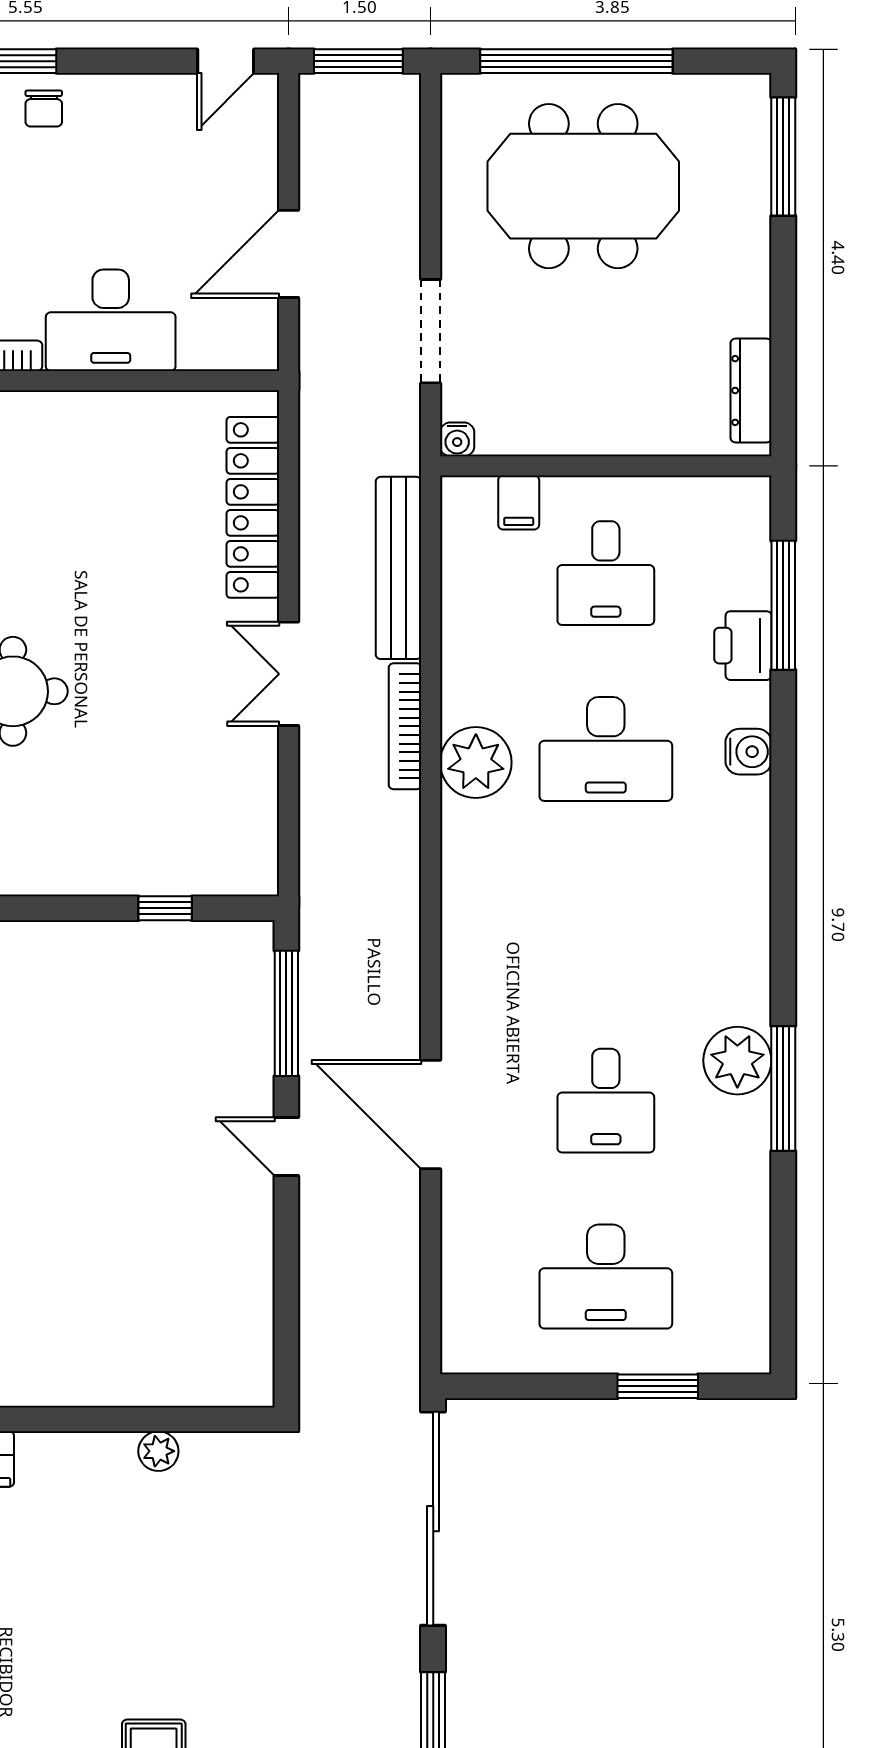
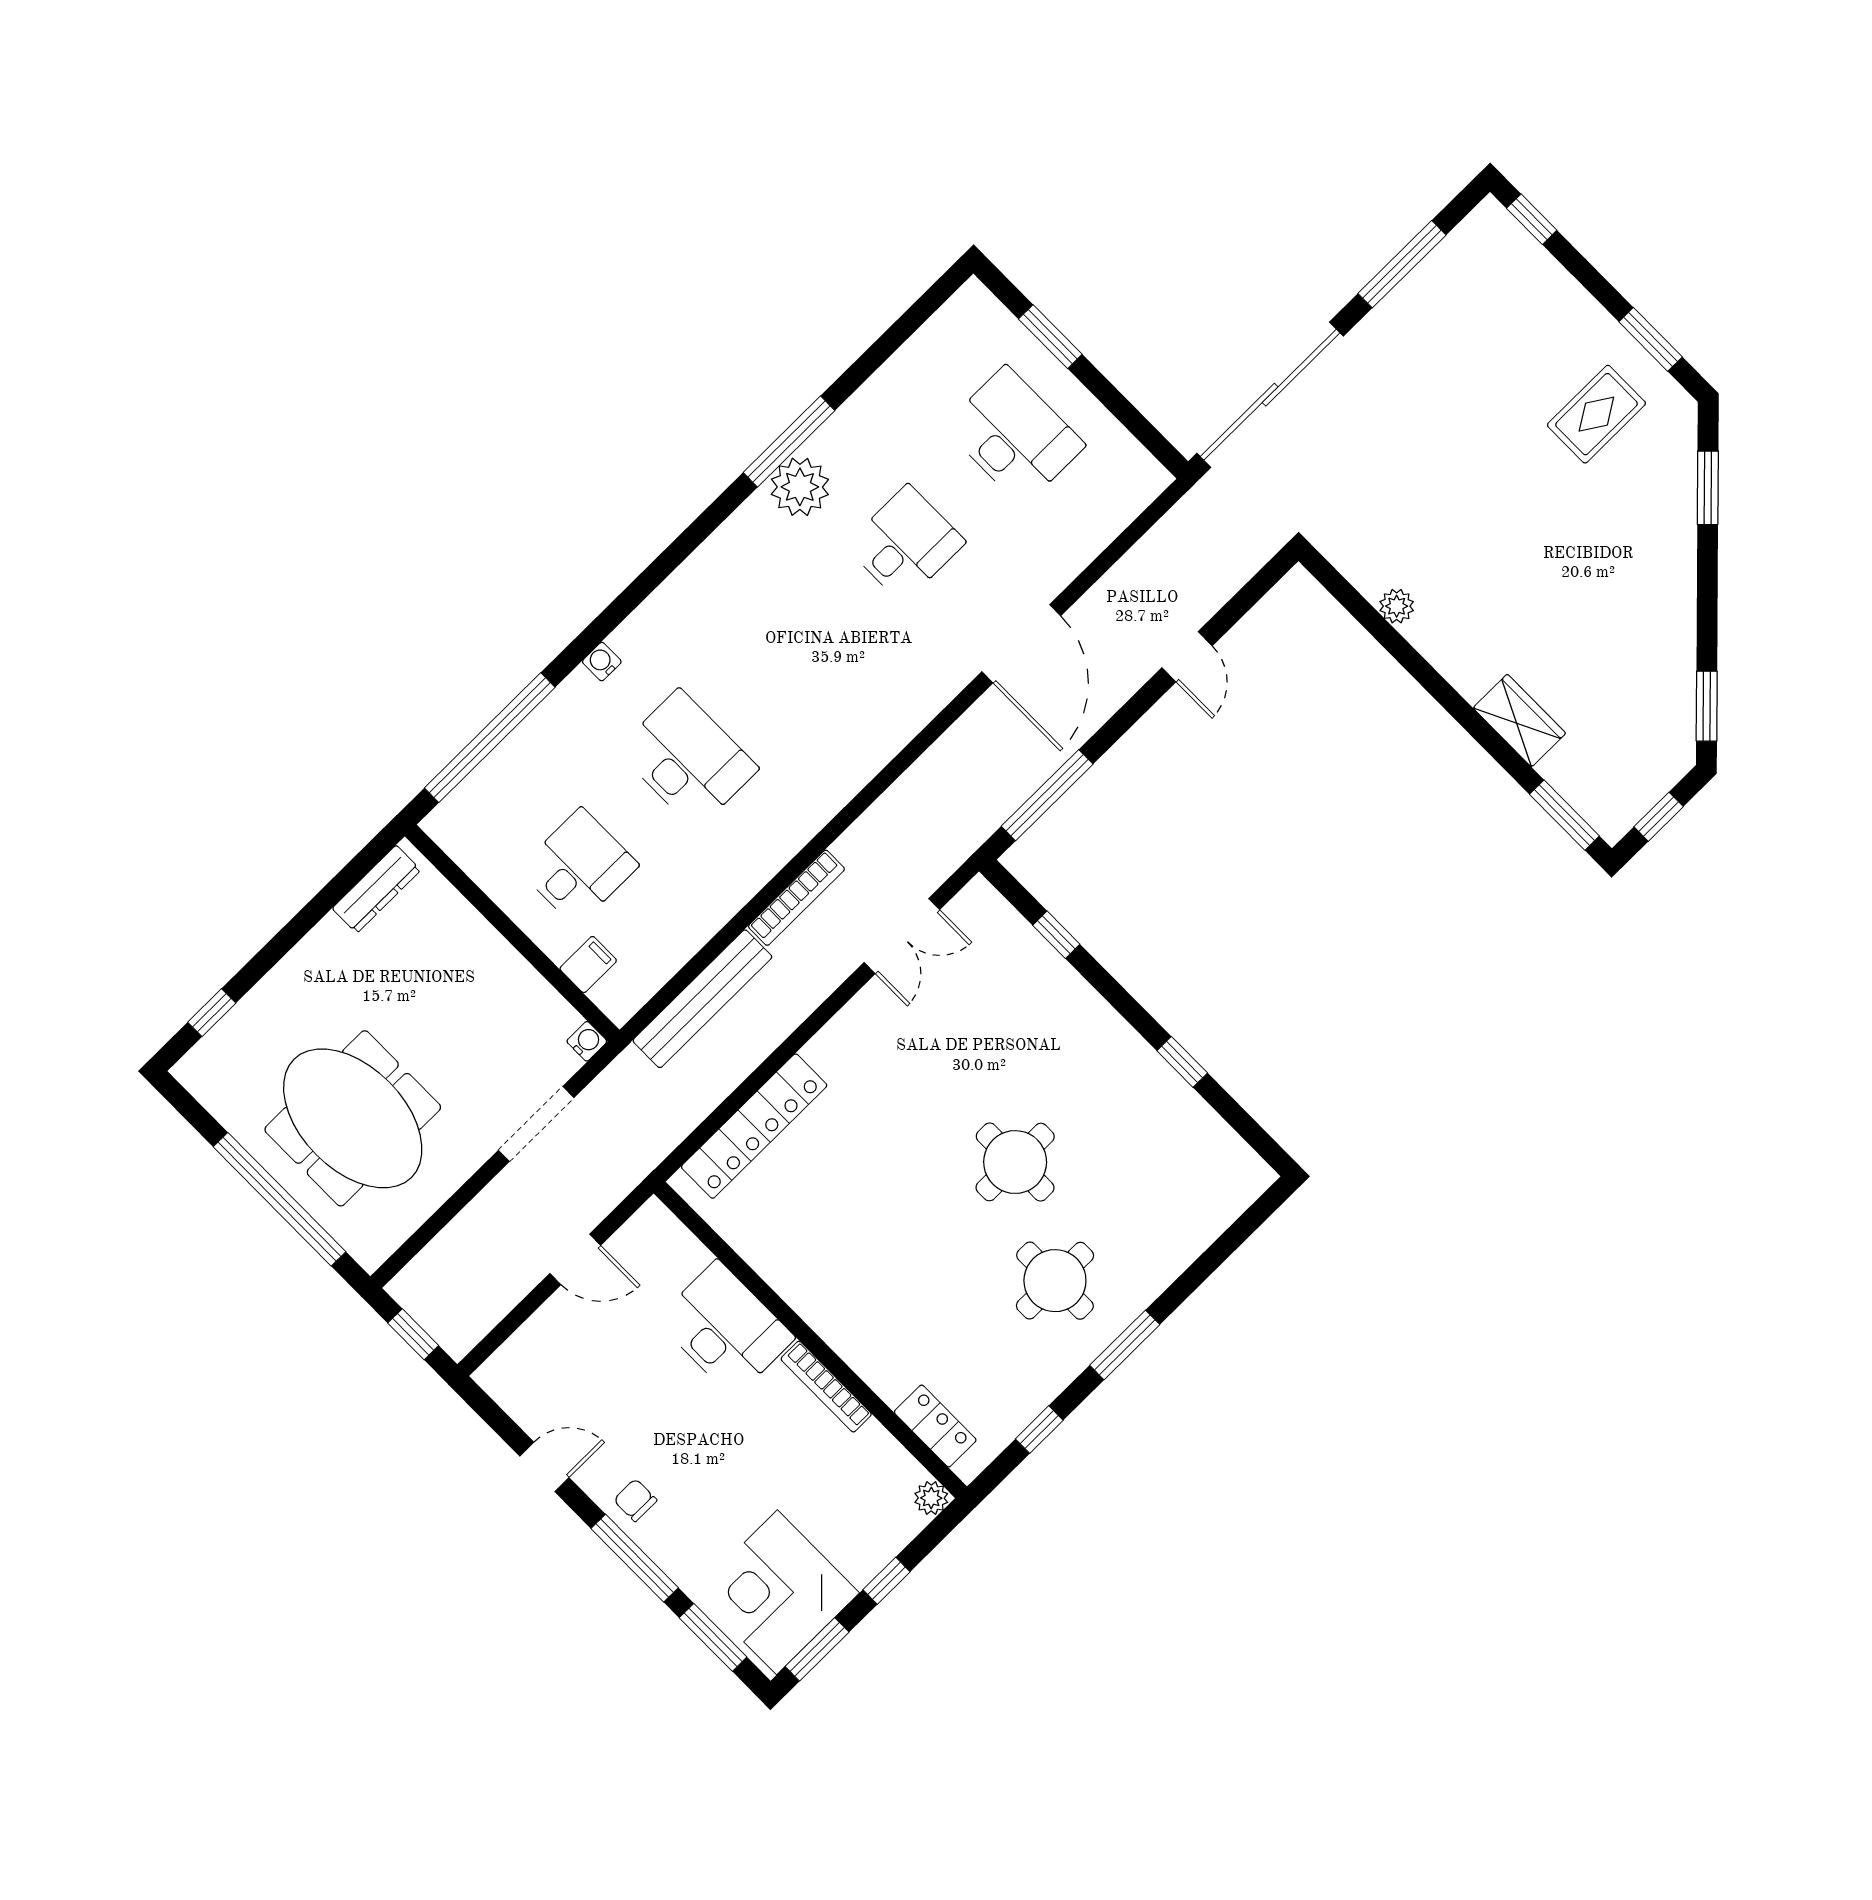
door: (226, 61) -> (544, 1467), moved
window: (358, 61) -> (413, 1334), width x0.67
chair: (44, 108) -> (635, 1500), turned -90
window: (783, 157) -> (212, 1013), width x0.46
door: (289, 254) -> (575, 1259), width x0.73
window: (783, 605) -> (490, 738), width x1.46
printer: (743, 646) -> (539, 738), removed
double door: (289, 674) -> (902, 936), moved
water cooler: (748, 752) -> (602, 662), width x0.72, depth x0.72
plant: (476, 763) -> (776, 832), removed
door: (286, 1146) -> (1187, 657), moved

